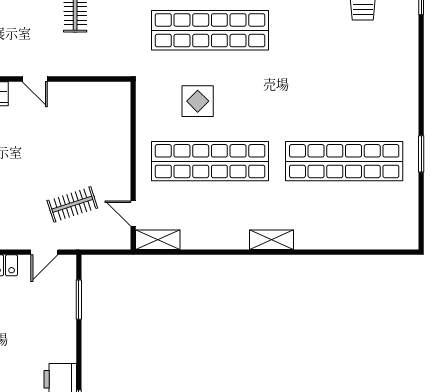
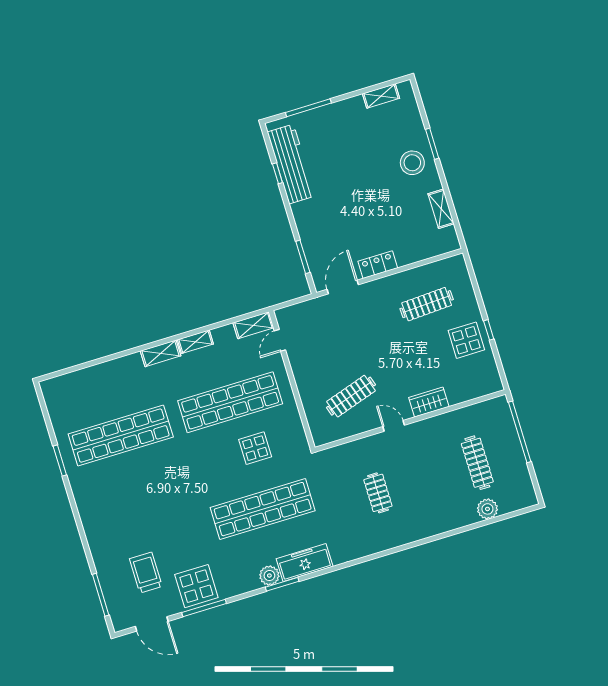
clothes rail: (72, 204) -> (351, 396), moved, width x1.36
door: (133, 214) -> (280, 340), swing flipped
shelving: (228, 241) -> (195, 342), added
door: (44, 252) -> (343, 287), width x1.38

